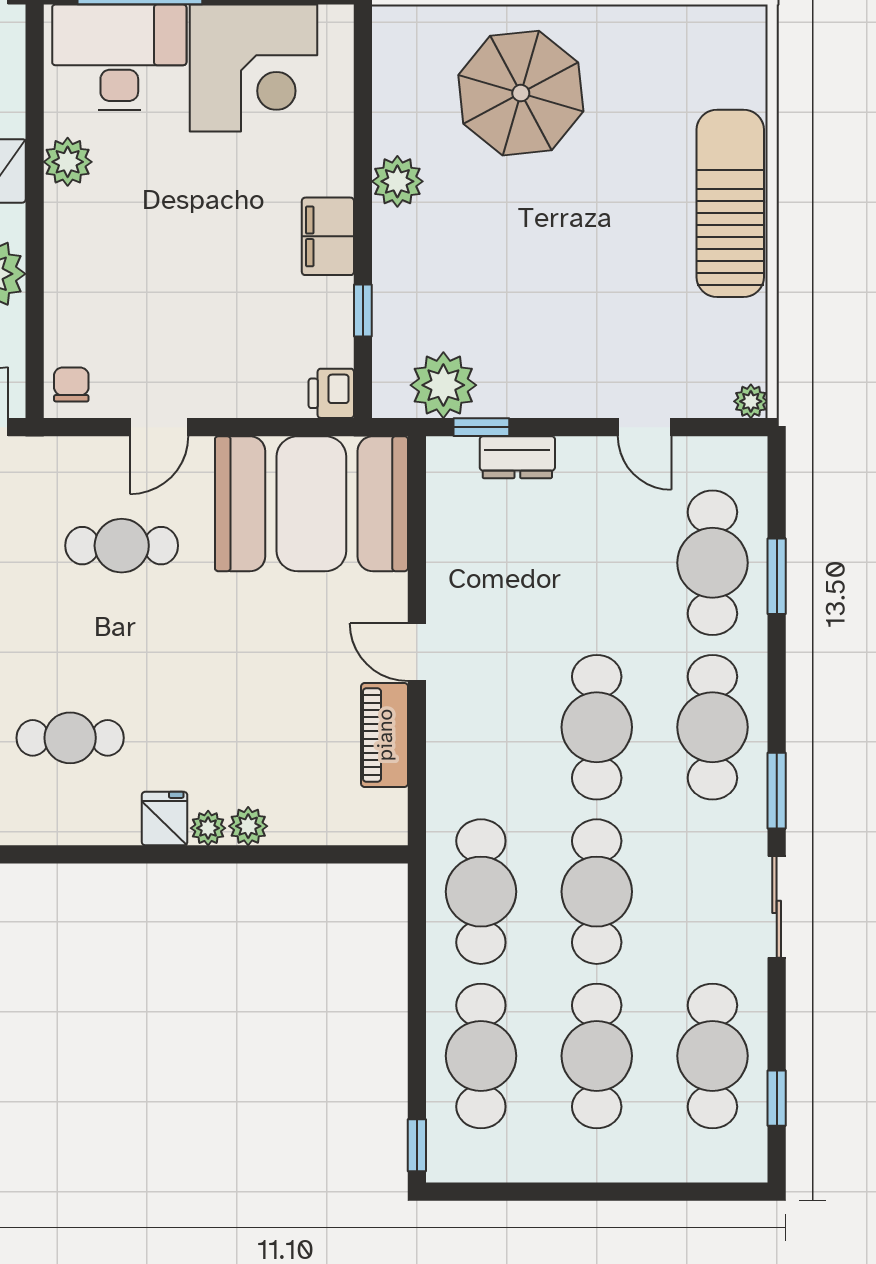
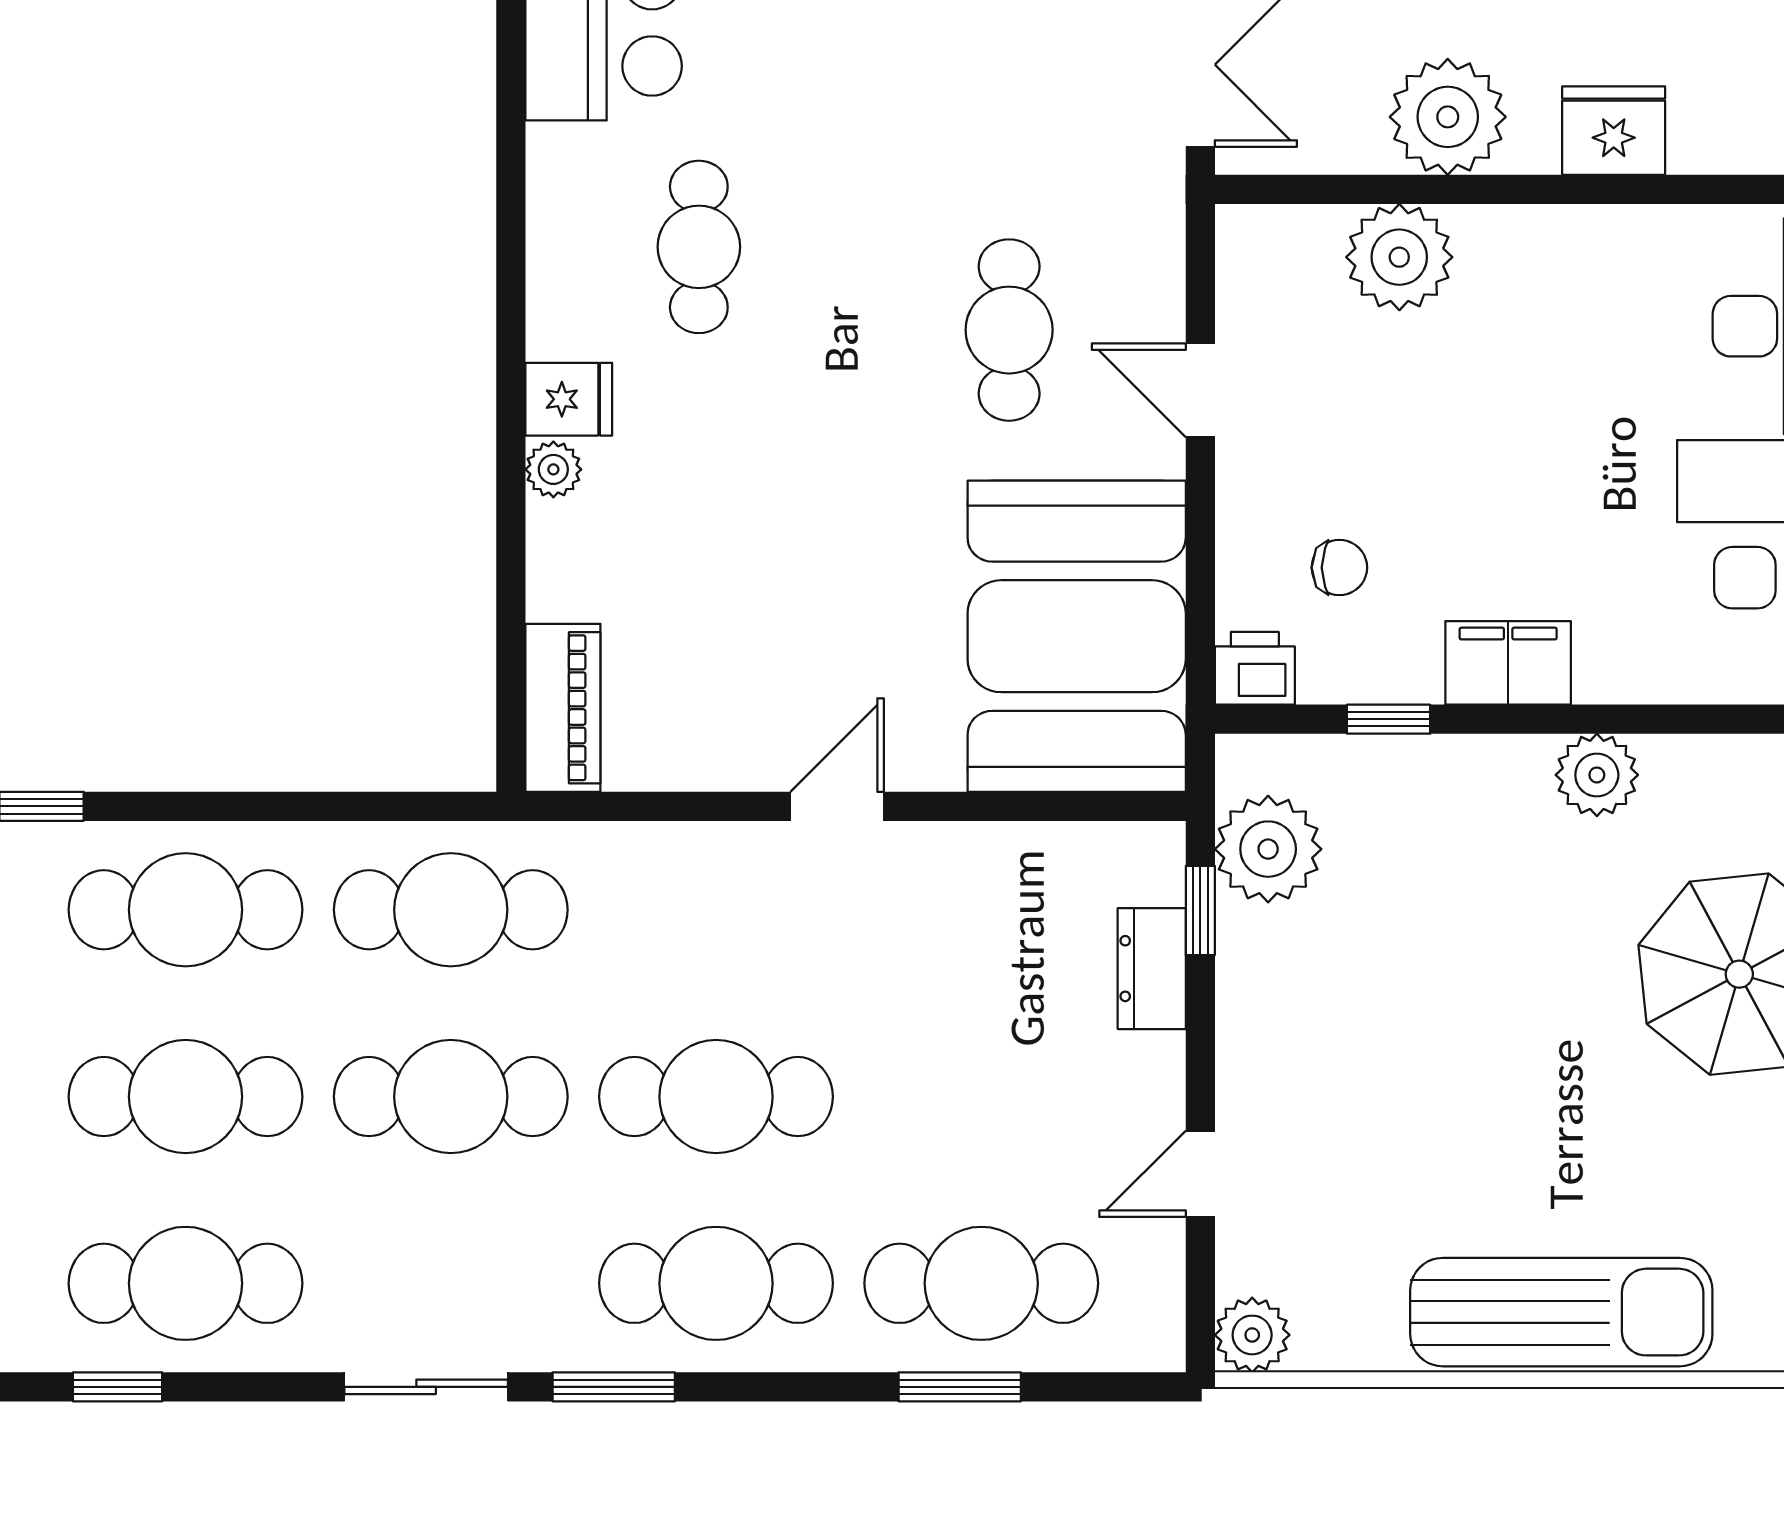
plant: (68, 162) -> (1399, 257), moved, width x1.36, depth x1.36
chair: (71, 385) -> (1339, 568), moved
plant: (751, 401) -> (1252, 1335), width x1.38, depth x1.38
piano: (385, 735) -> (563, 708), moved, turned 90
plant: (248, 826) -> (556, 534), removed

